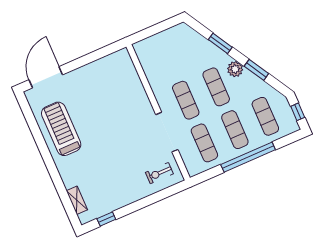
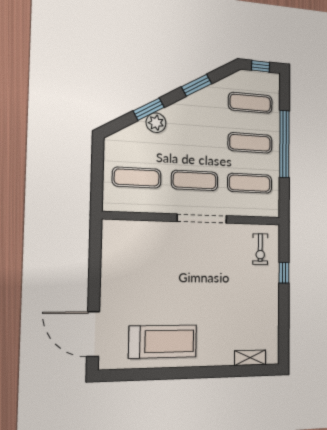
plant: (235, 69) -> (156, 123), moved
exercise mat: (216, 87) -> (137, 178), moved
treadmill: (61, 129) -> (163, 341), turned 180
doorway: (167, 132) -> (202, 219), moved
window: (106, 219) -> (284, 273), moved

